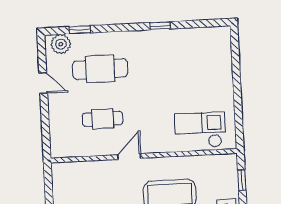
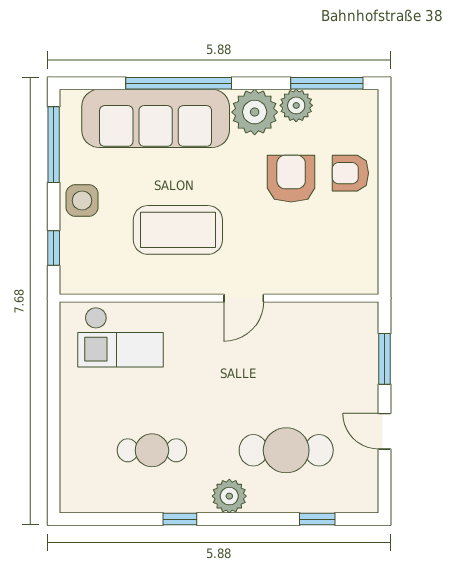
plant: (61, 44) -> (229, 496), moved
cafe table: (103, 119) -> (152, 450), moved
window: (45, 125) -> (385, 359), added

